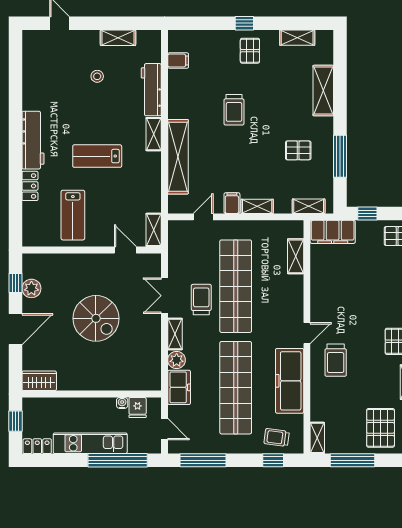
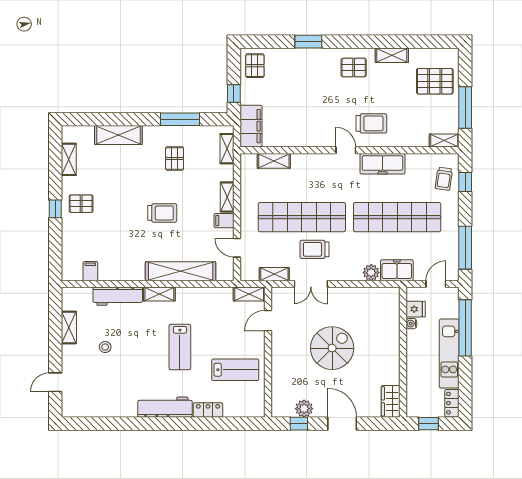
trolley: (234, 110) -> (162, 213), moved
shelving: (175, 334) -> (274, 274), moved
freezer: (290, 381) -> (383, 164), width x0.73, depth x0.79

